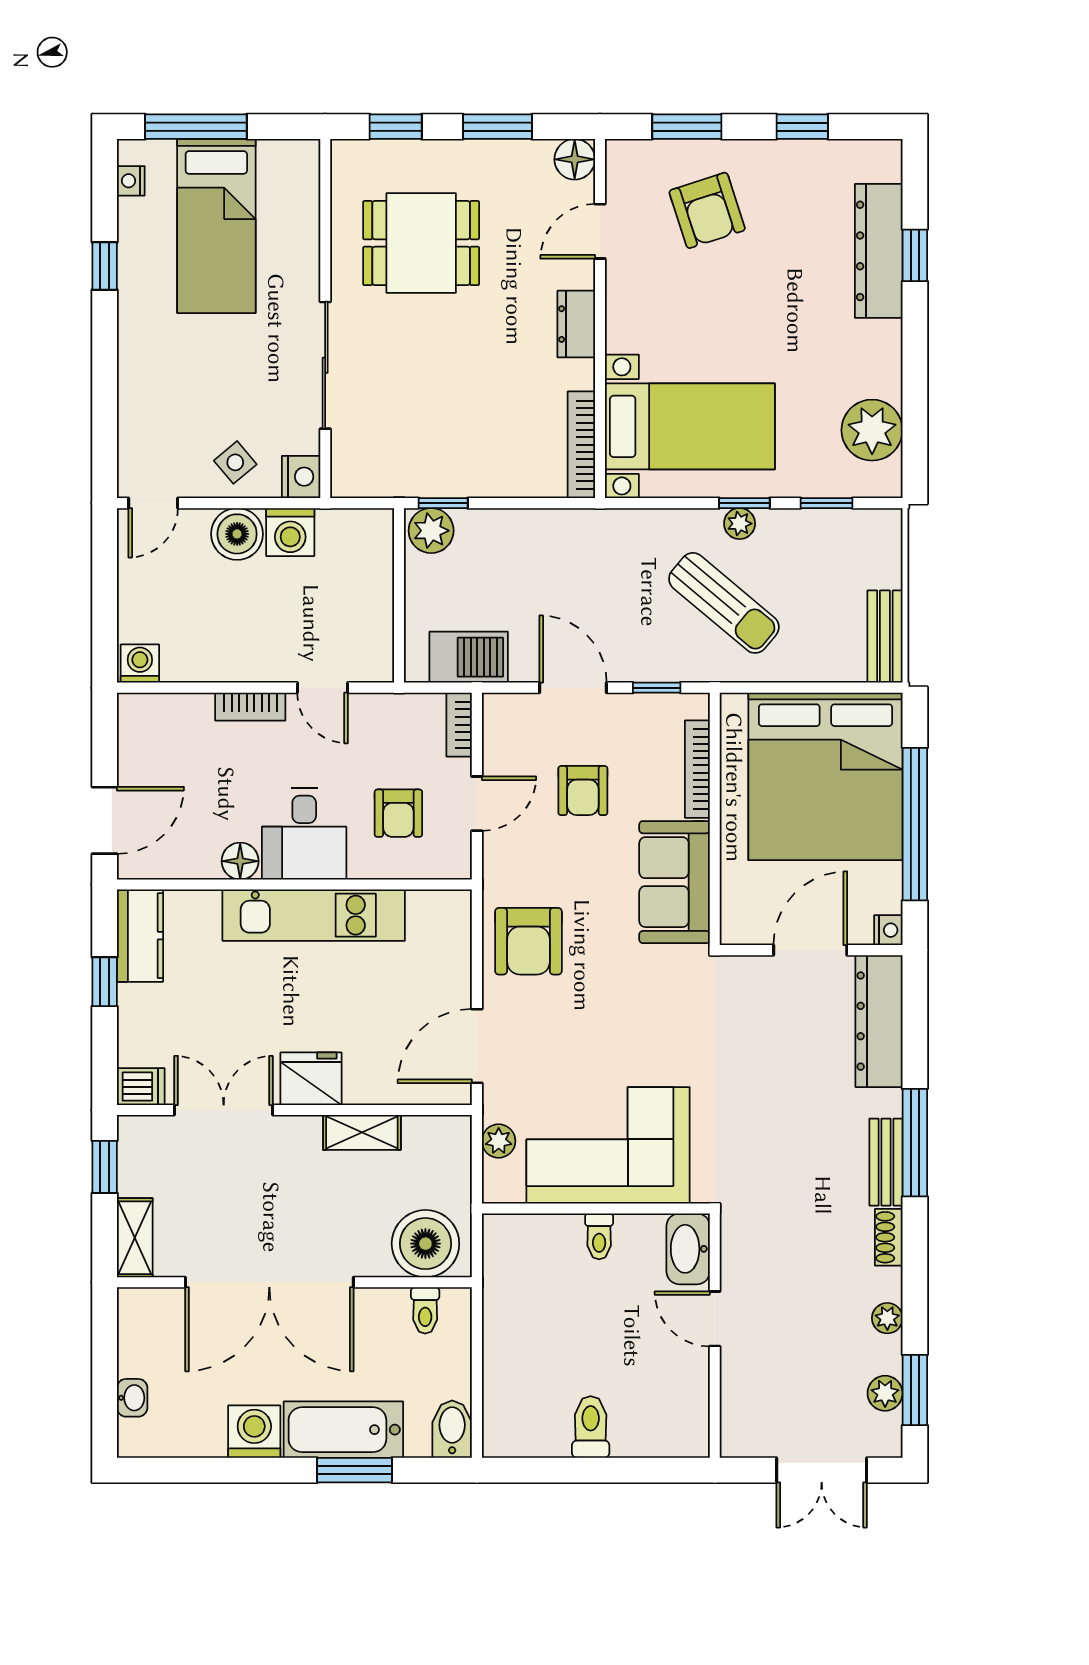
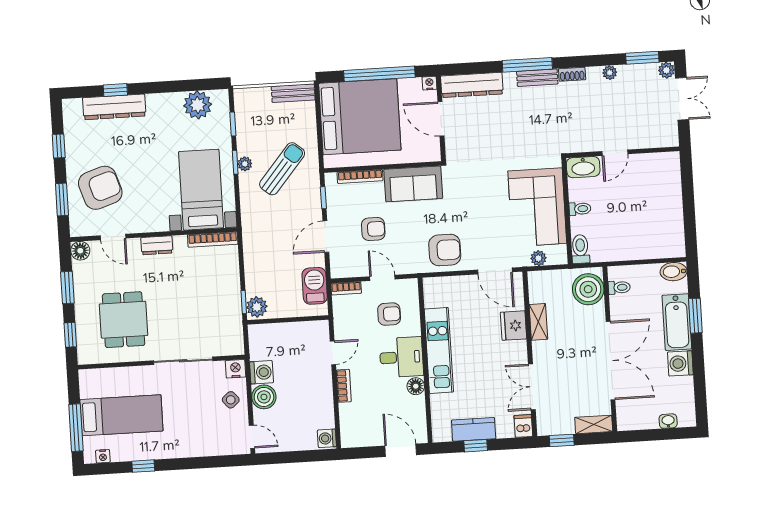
armchair: (707, 210) -> (100, 188), width x1.36, depth x1.36
kitchen counter: (140, 936) -> (474, 429), moved
fridge: (311, 1079) -> (514, 326), moved
plant: (885, 1393) -> (666, 70), moved
toilet: (591, 1427) -> (580, 249), moved, turned 90

